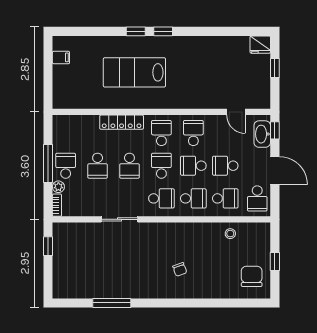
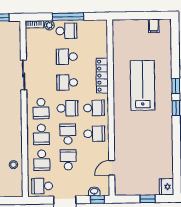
washbasin: (262, 134) -> (94, 191), width x0.52, depth x0.69

